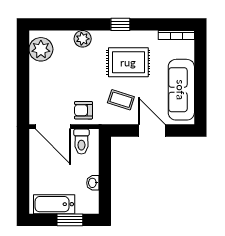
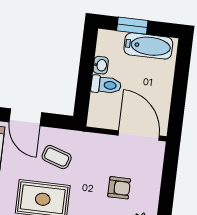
armchair: (83, 110) -> (119, 188), moved
toilet: (81, 142) -> (106, 85), moved, turned 90

